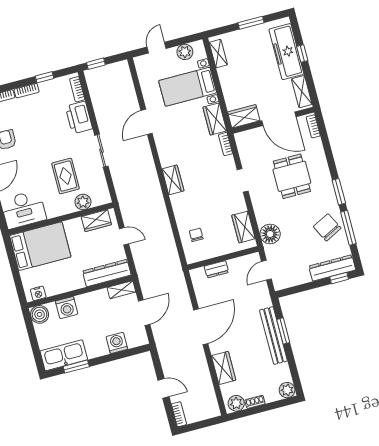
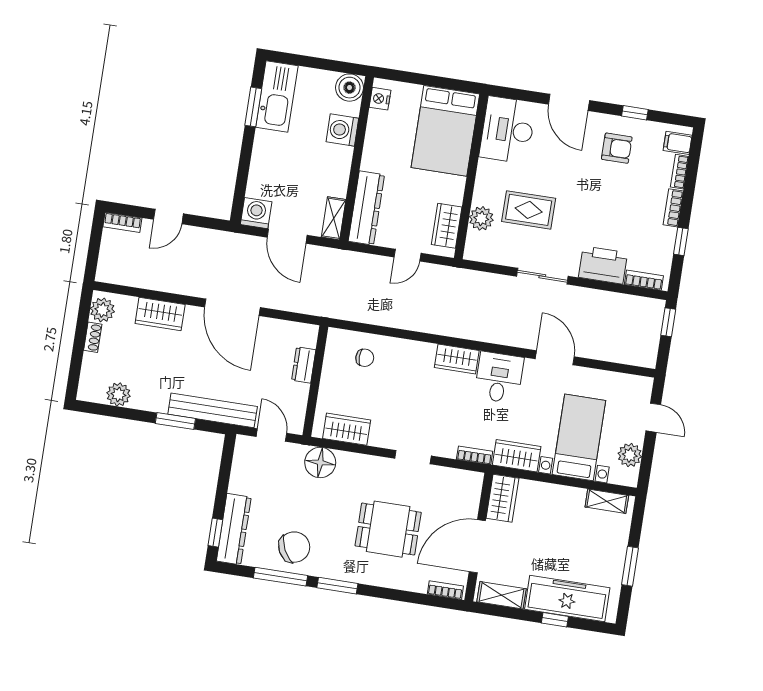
desk: (173, 150) -> (499, 378), added
bench: (273, 335) -> (213, 410), moved
washing machine: (117, 343) -> (256, 213), moved, turned -90
plant: (287, 390) -> (118, 394), moved

